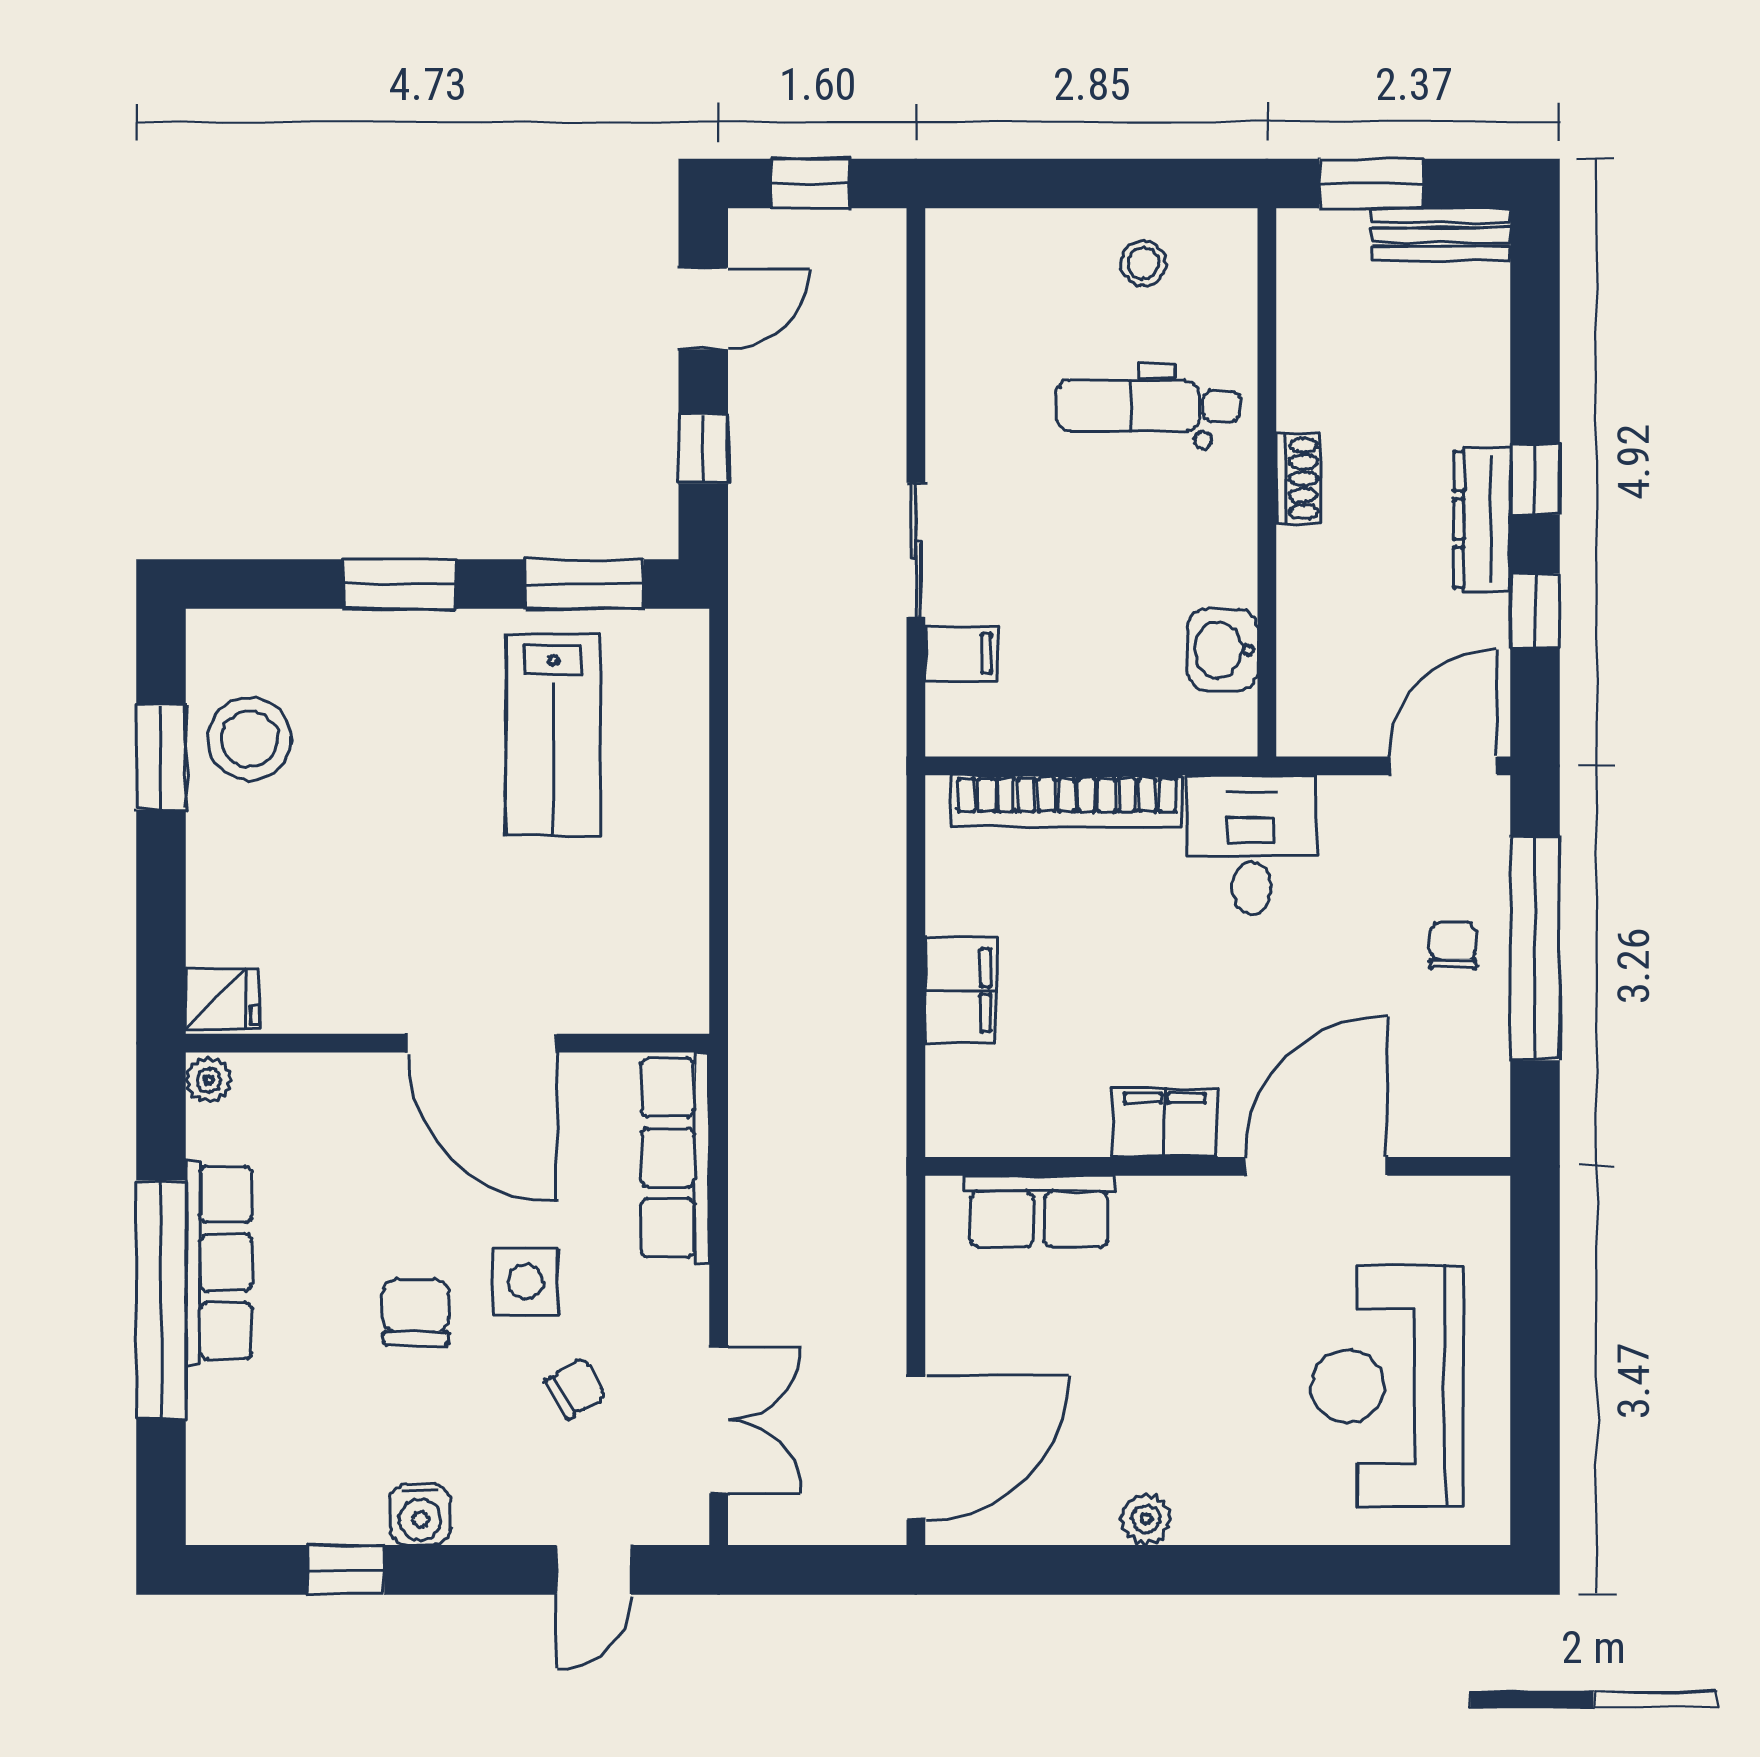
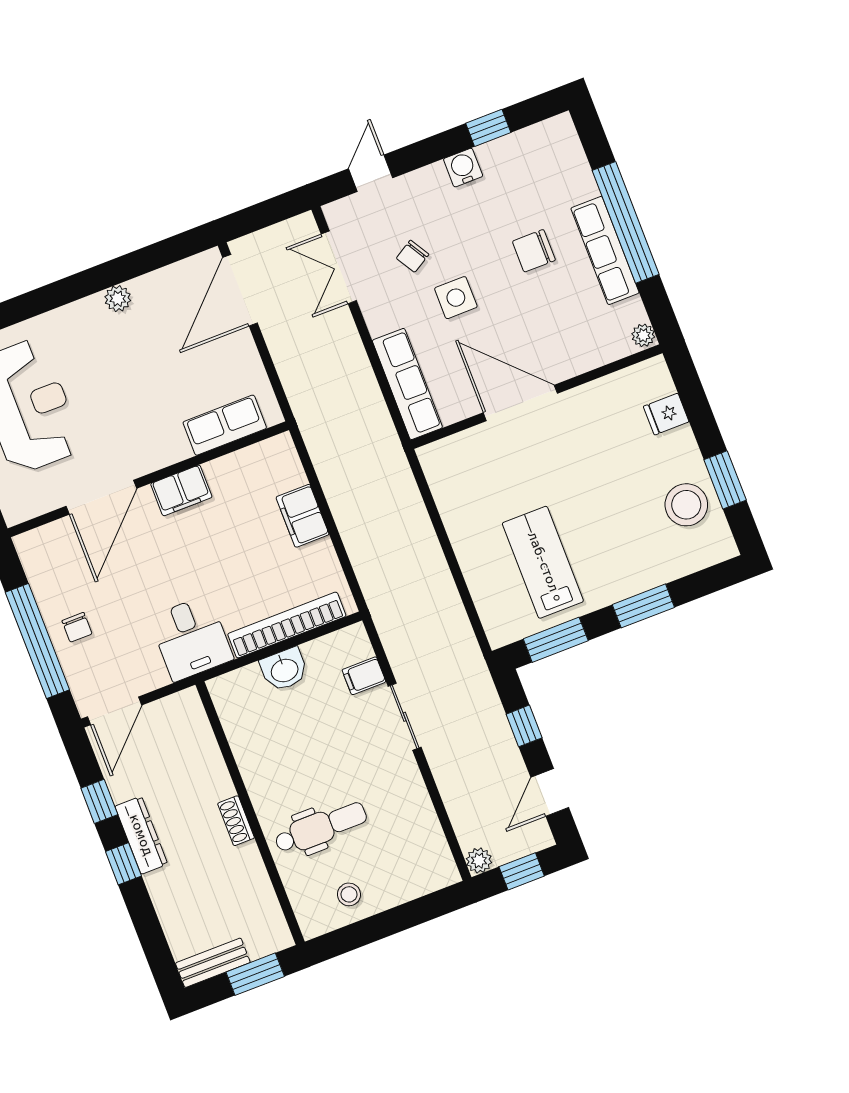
plant: (881, 234) -> (479, 861), added
washbasin: (1223, 650) -> (284, 669), moved, turned 90
fridge: (222, 999) -> (666, 414), moved
chair: (416, 1312) -> (534, 251), moved, turned 90

